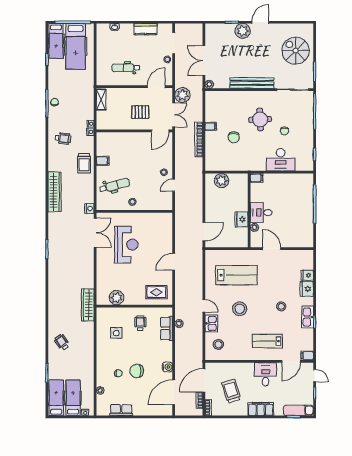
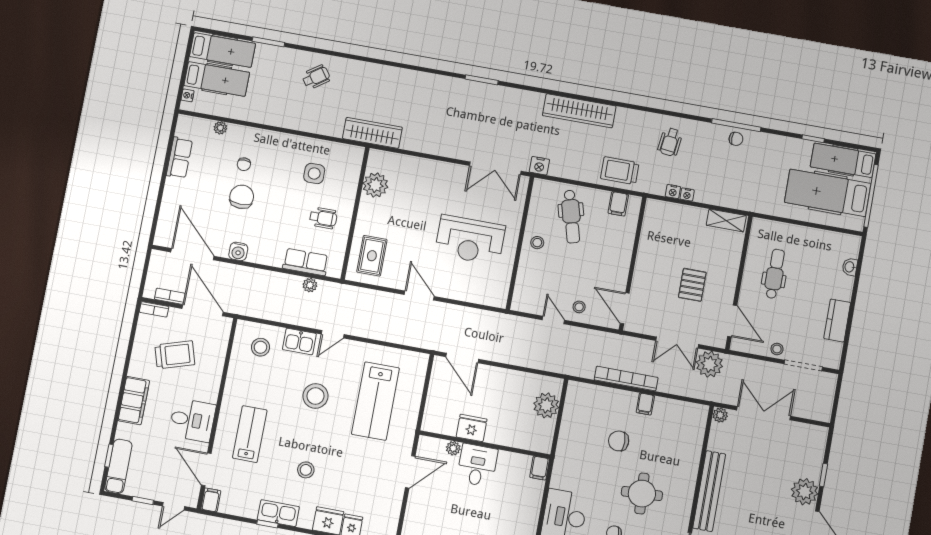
wall: (134, 131) -> (633, 263), moved
door: (160, 131) -> (625, 308), moved
reception desk: (126, 245) -> (470, 240), moved

